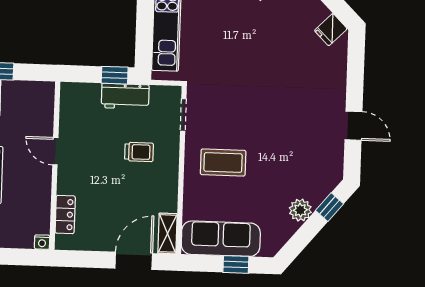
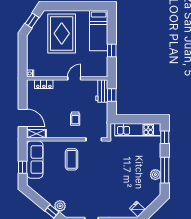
window: (115, 75) -> (112, 95), moved
workbench: (125, 96) -> (102, 91), moved
plant: (300, 210) -> (60, 206), moved

